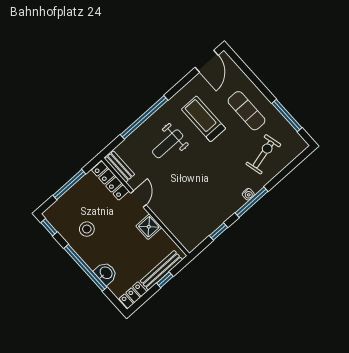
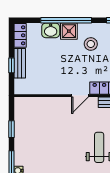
door: (138, 199) -> (80, 96), hinge flipped
shower: (149, 227) -> (69, 31), moved
bench: (161, 270) -> (20, 63), width x0.73

